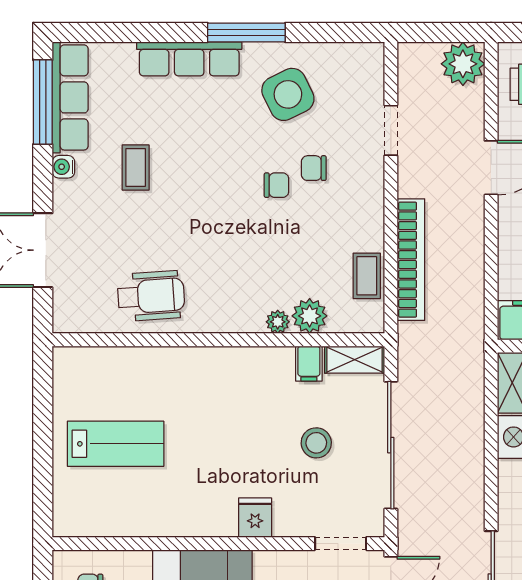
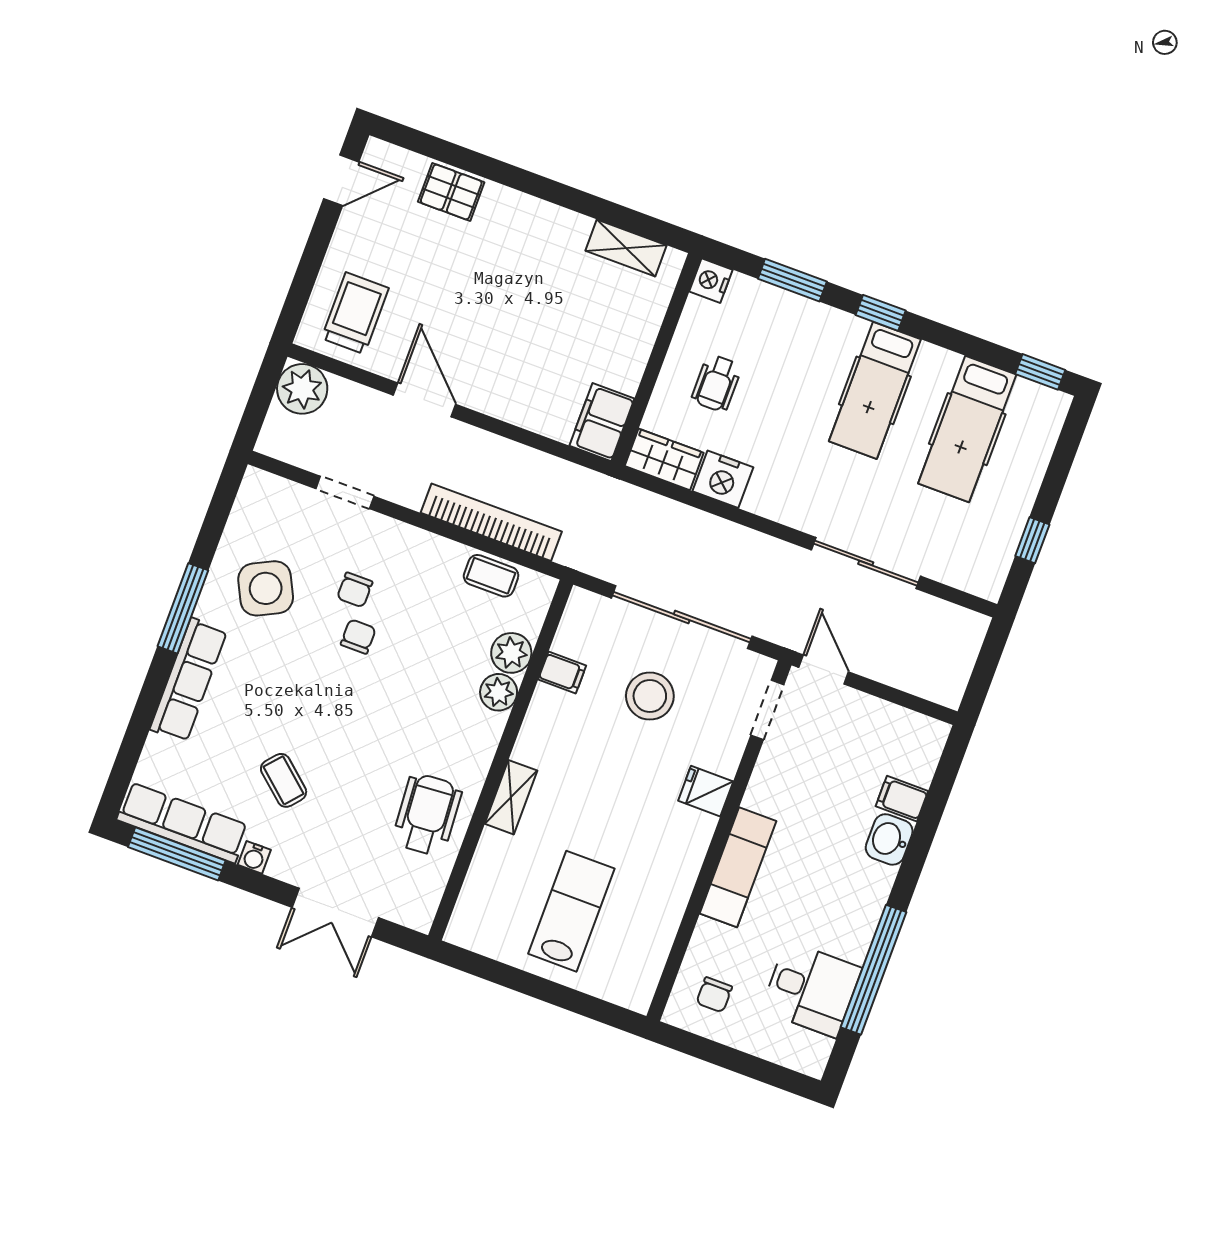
coffee table: (136, 167) -> (284, 780), turned 41
plant: (278, 322) -> (499, 692), width x1.38, depth x1.38
shelving: (355, 360) -> (511, 797), moved
stool: (316, 443) -> (650, 696), width x1.38, depth x1.38

